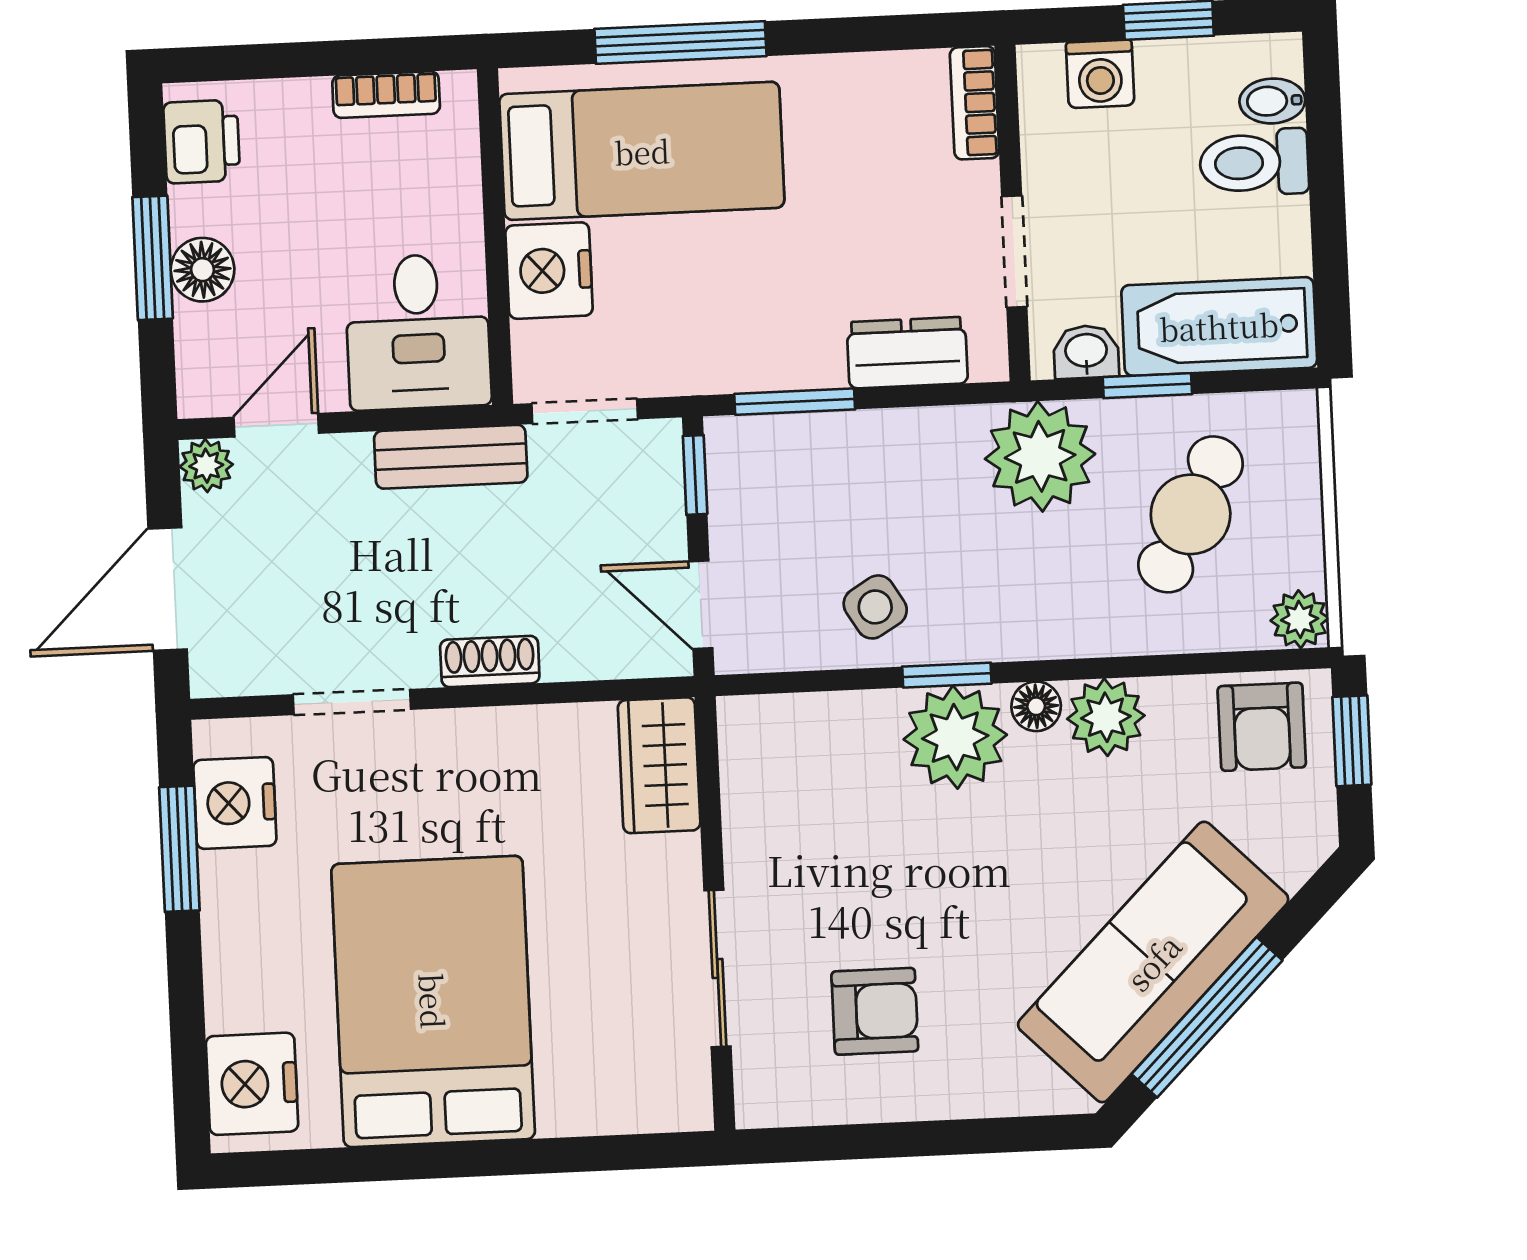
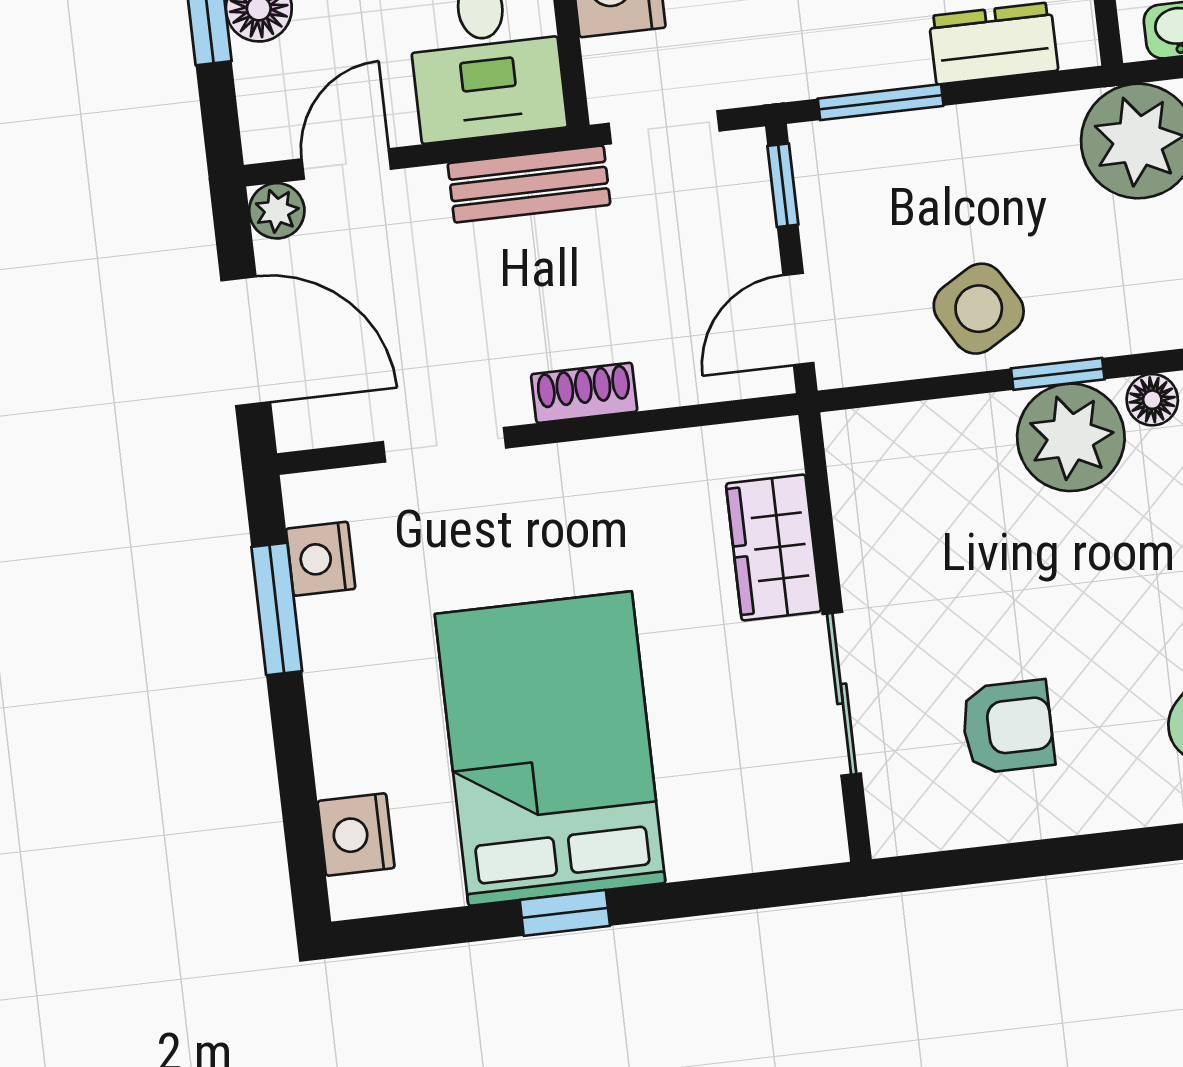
door: (168, 589) -> (246, 341), swing flipped
door: (701, 605) -> (798, 319), hinge flipped
side table: (875, 607) -> (979, 309), width x1.37, depth x1.37
wardrobe: (659, 765) -> (774, 547), moved
nightstand: (235, 803) -> (321, 559), width x0.74, depth x0.75
nightstand: (252, 1084) -> (356, 835), width x0.74, depth x0.75
window: (436, 1161) -> (565, 913), added

